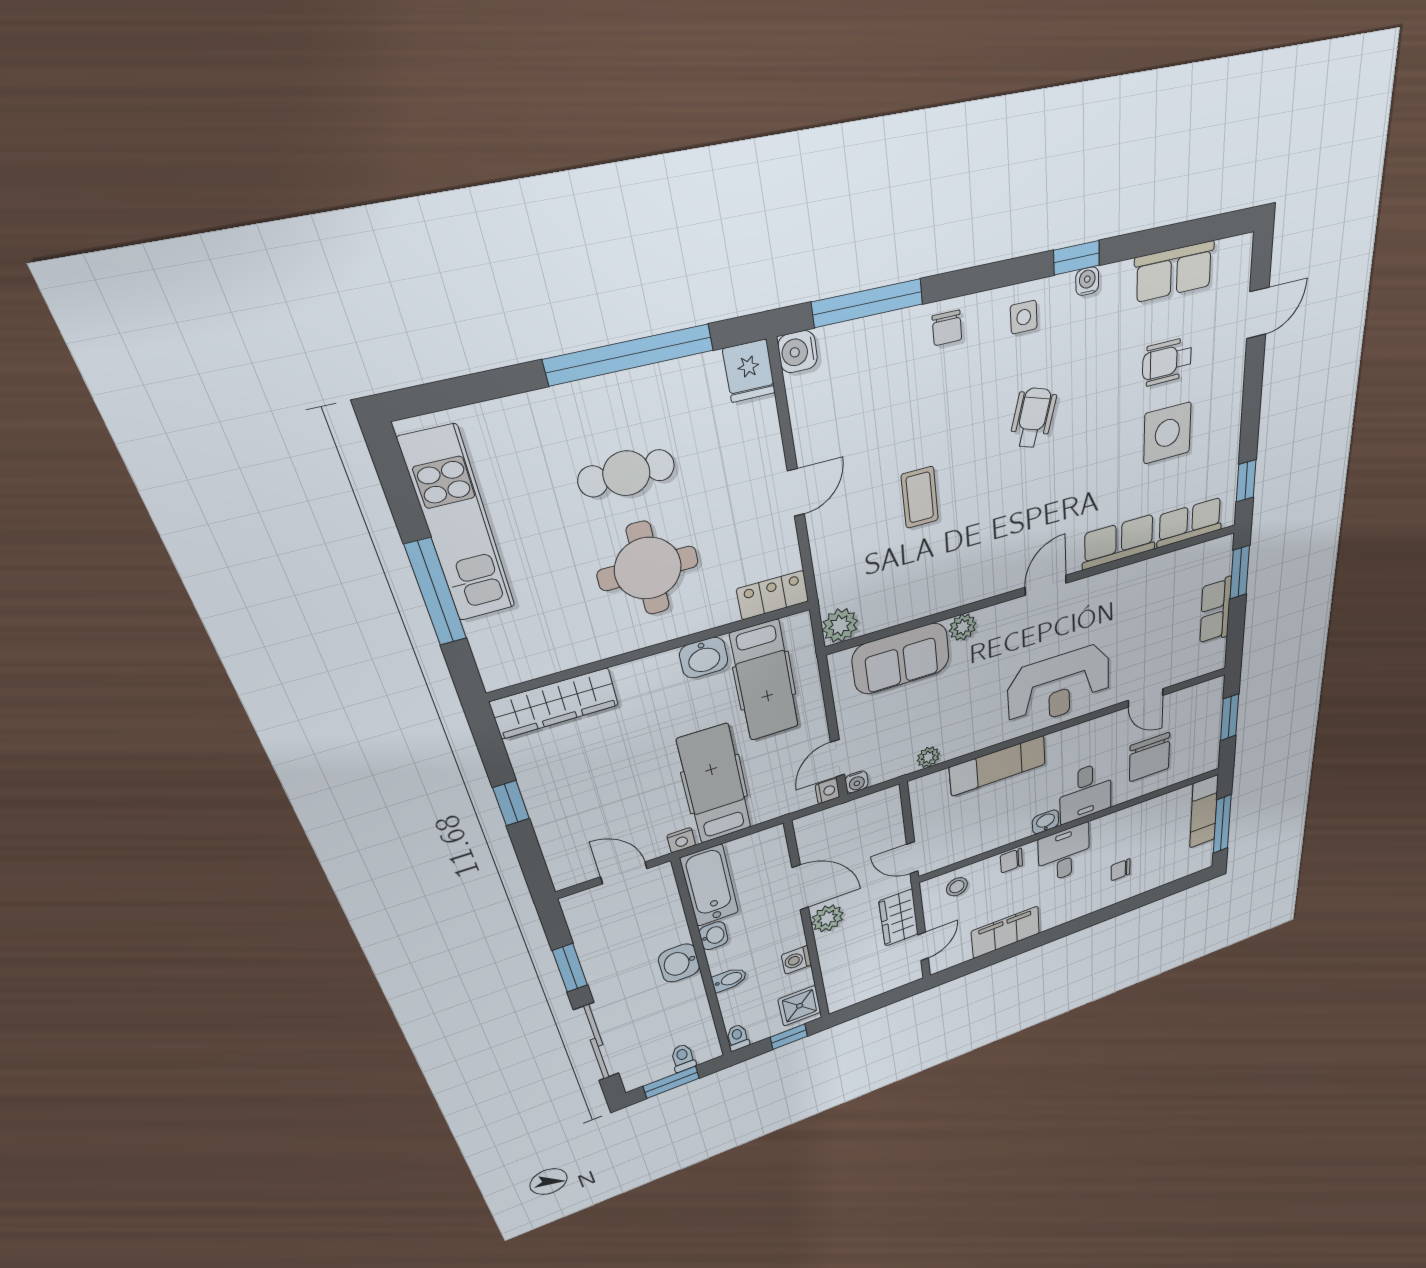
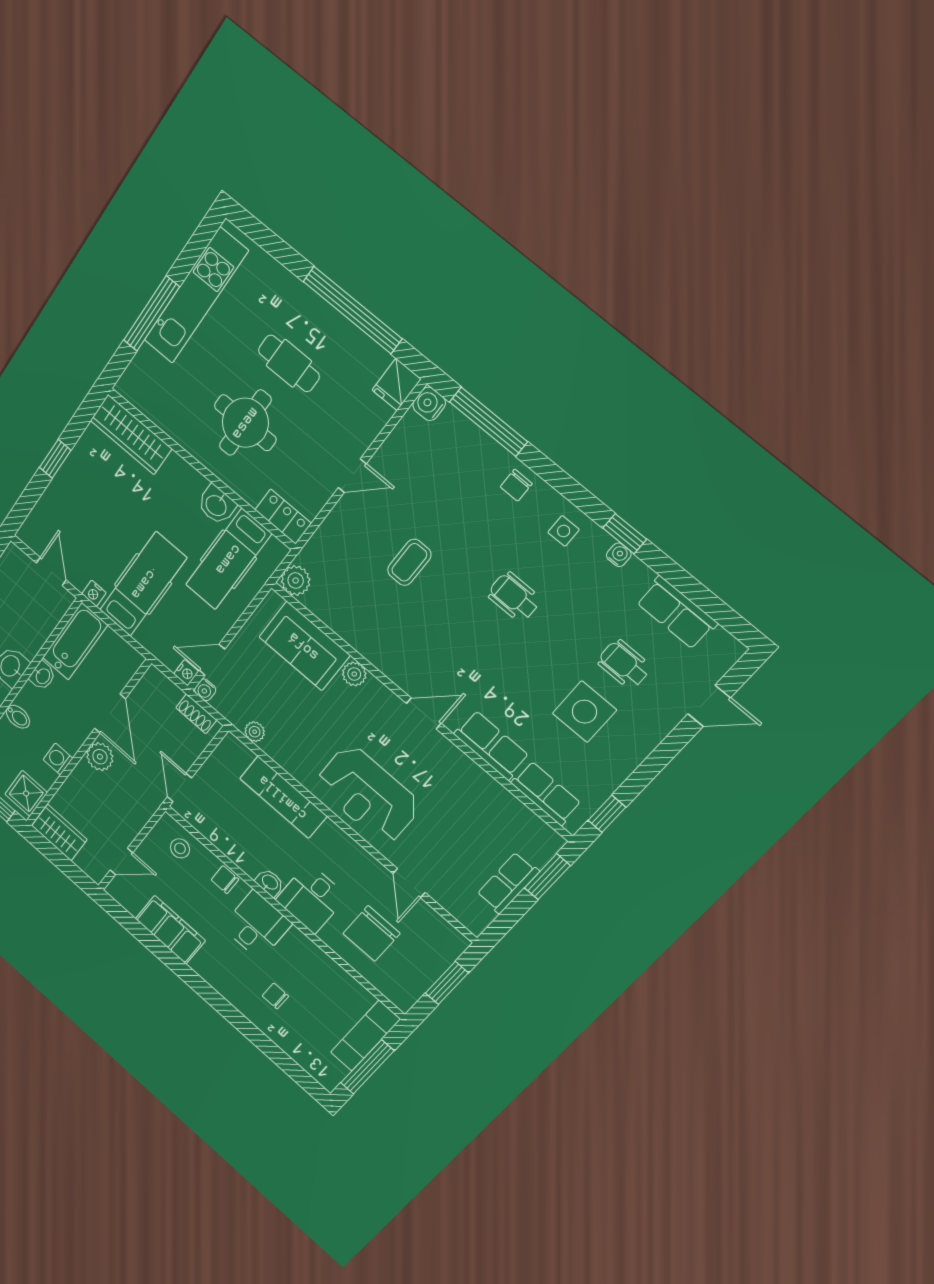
wheelchair: (1033, 418) -> (514, 597), turned -107
shoe rack: (869, 804) -> (196, 714), added
wardrobe: (899, 918) -> (59, 833), moved, turned 90

